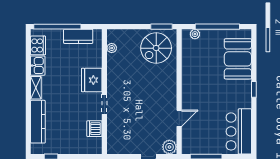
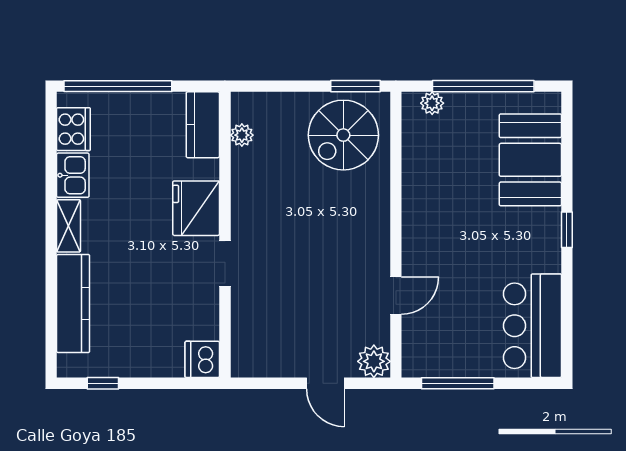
kitchen counter: (78, 36) -> (203, 125), moved, turned 90
dishwasher: (94, 129) -> (202, 359), moved

